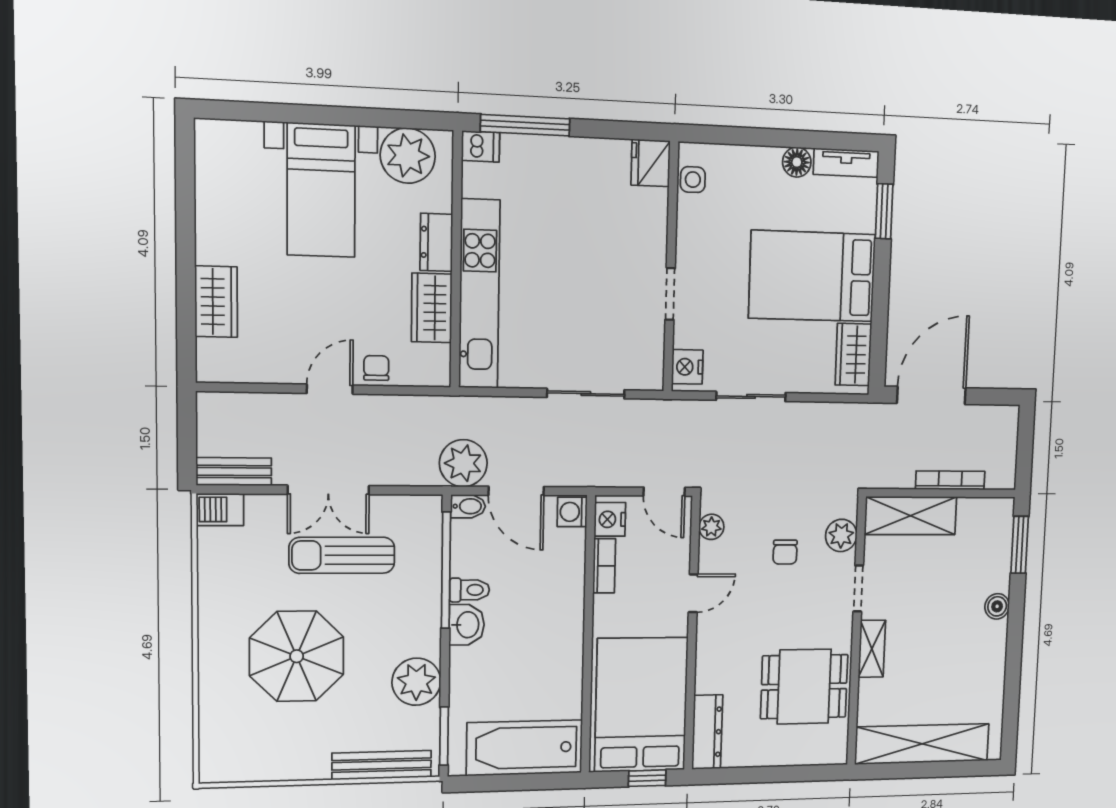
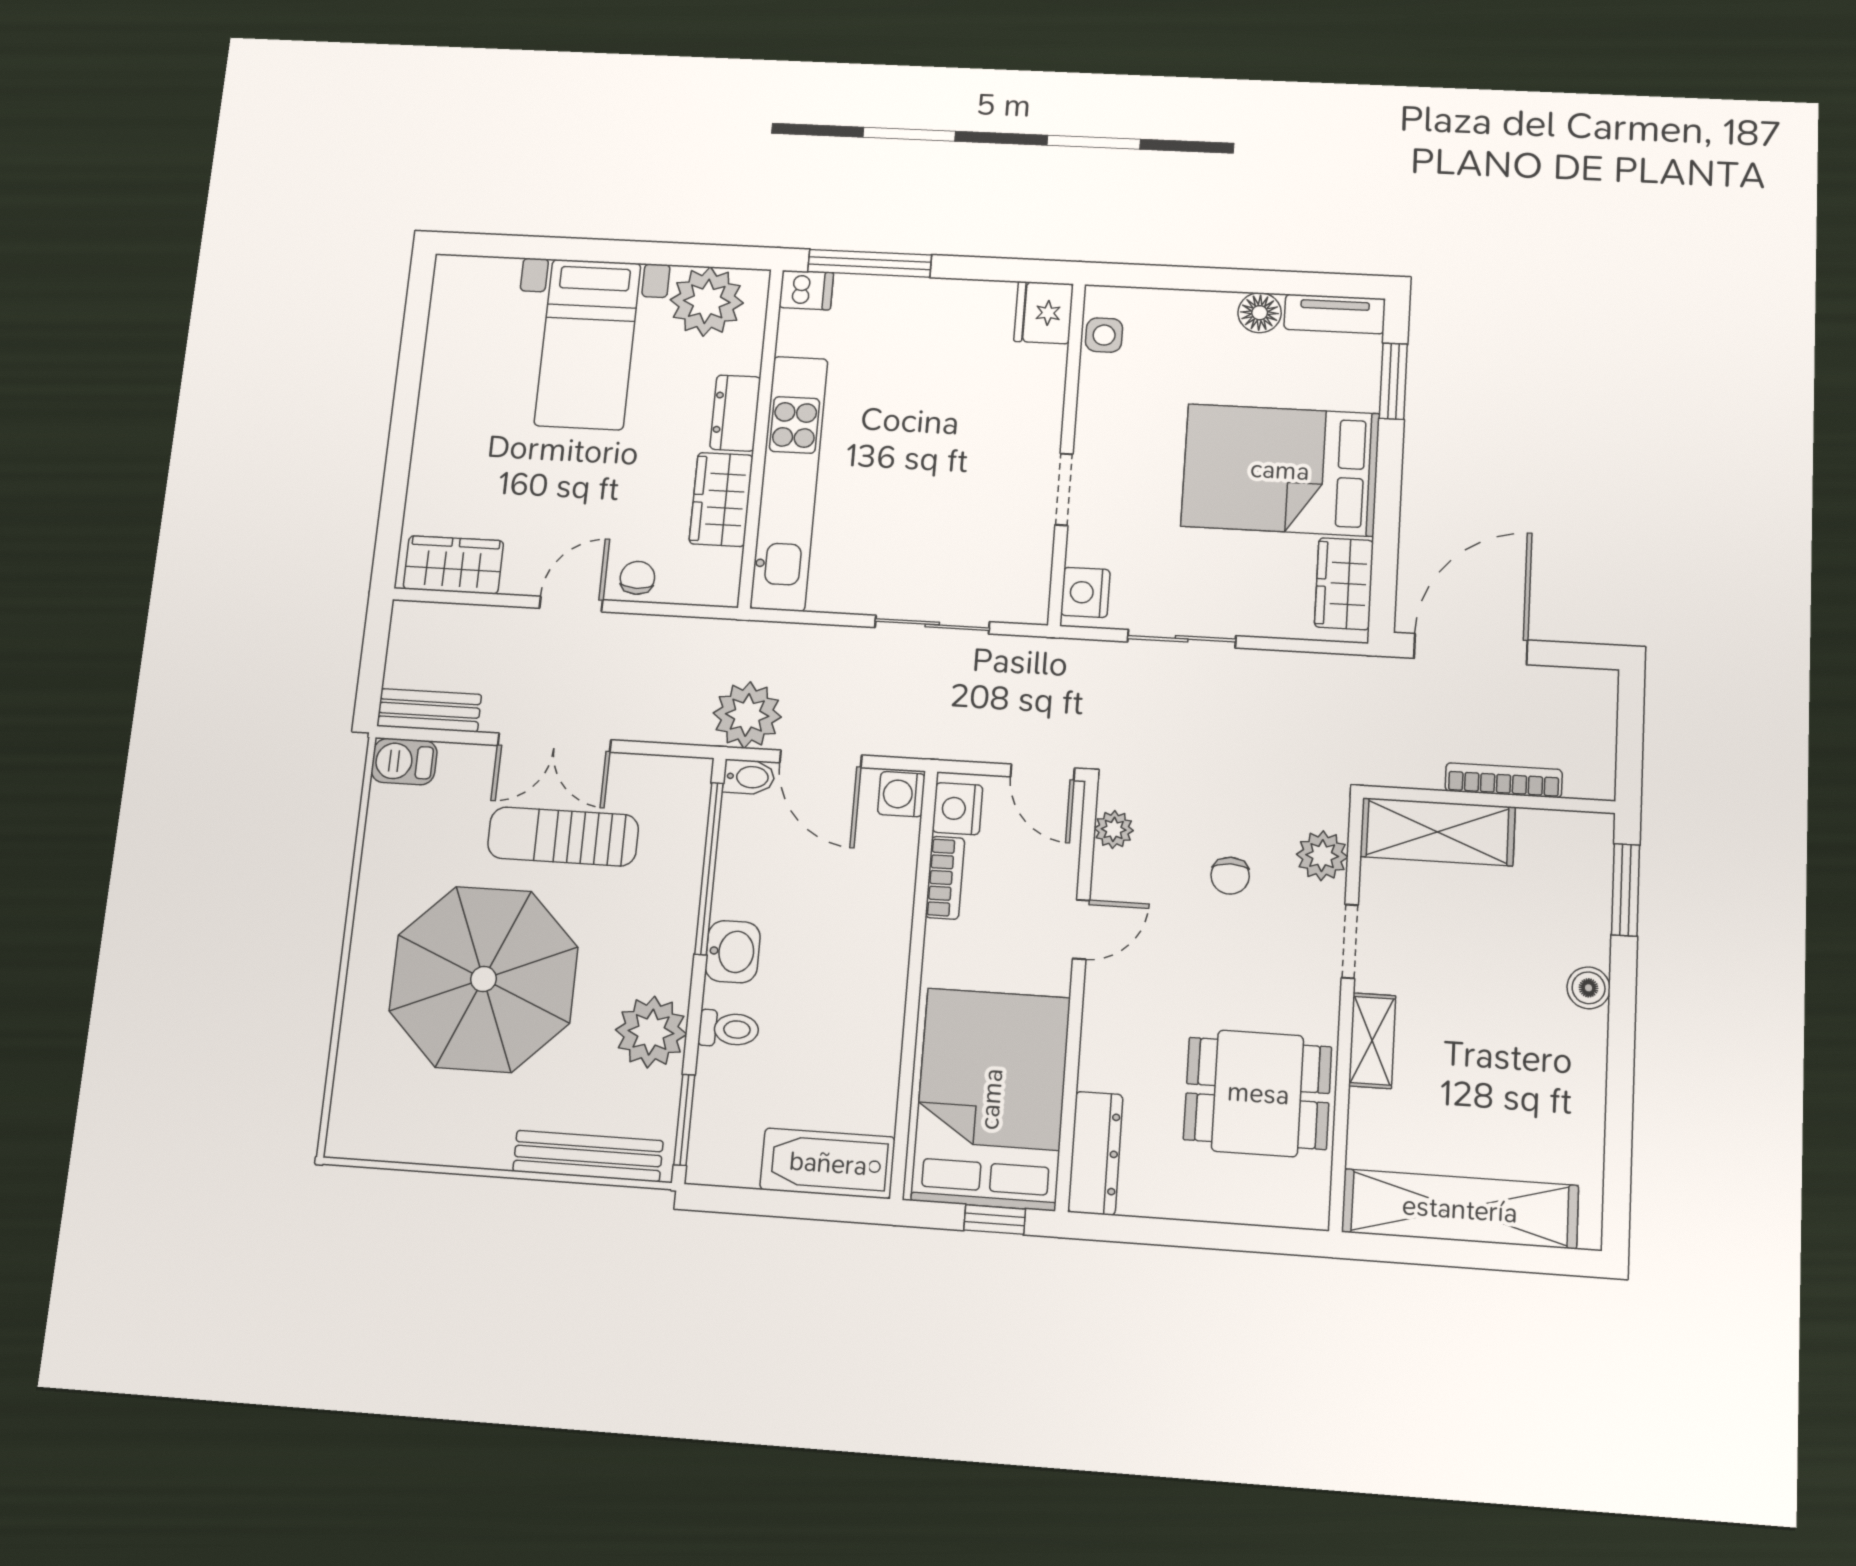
wardrobe: (216, 302) -> (453, 565), moved, turned -90
toilet: (470, 590) -> (729, 1029), moved
parasol: (297, 656) -> (484, 979), width x1.36, depth x1.36
bathtub: (525, 748) -> (828, 1163), width x0.73, depth x0.73

